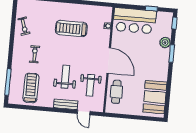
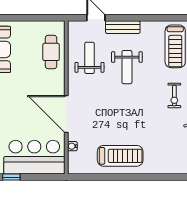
treadmill: (71, 29) -> (120, 156), moved
door: (109, 60) -> (66, 114), moved

